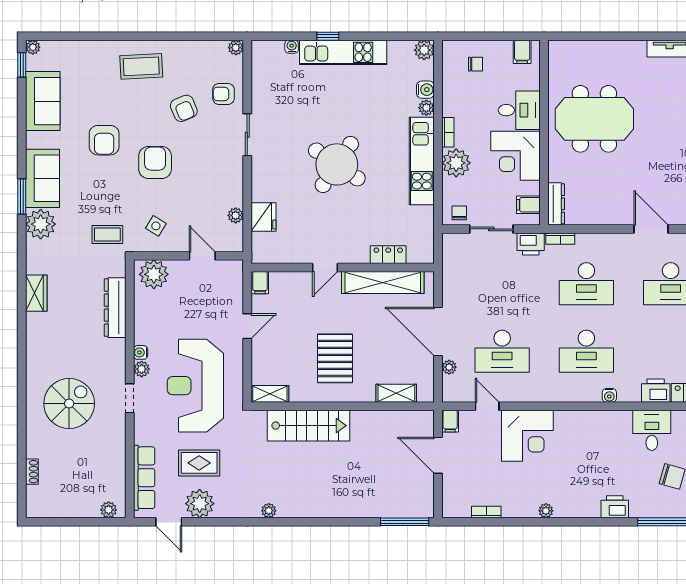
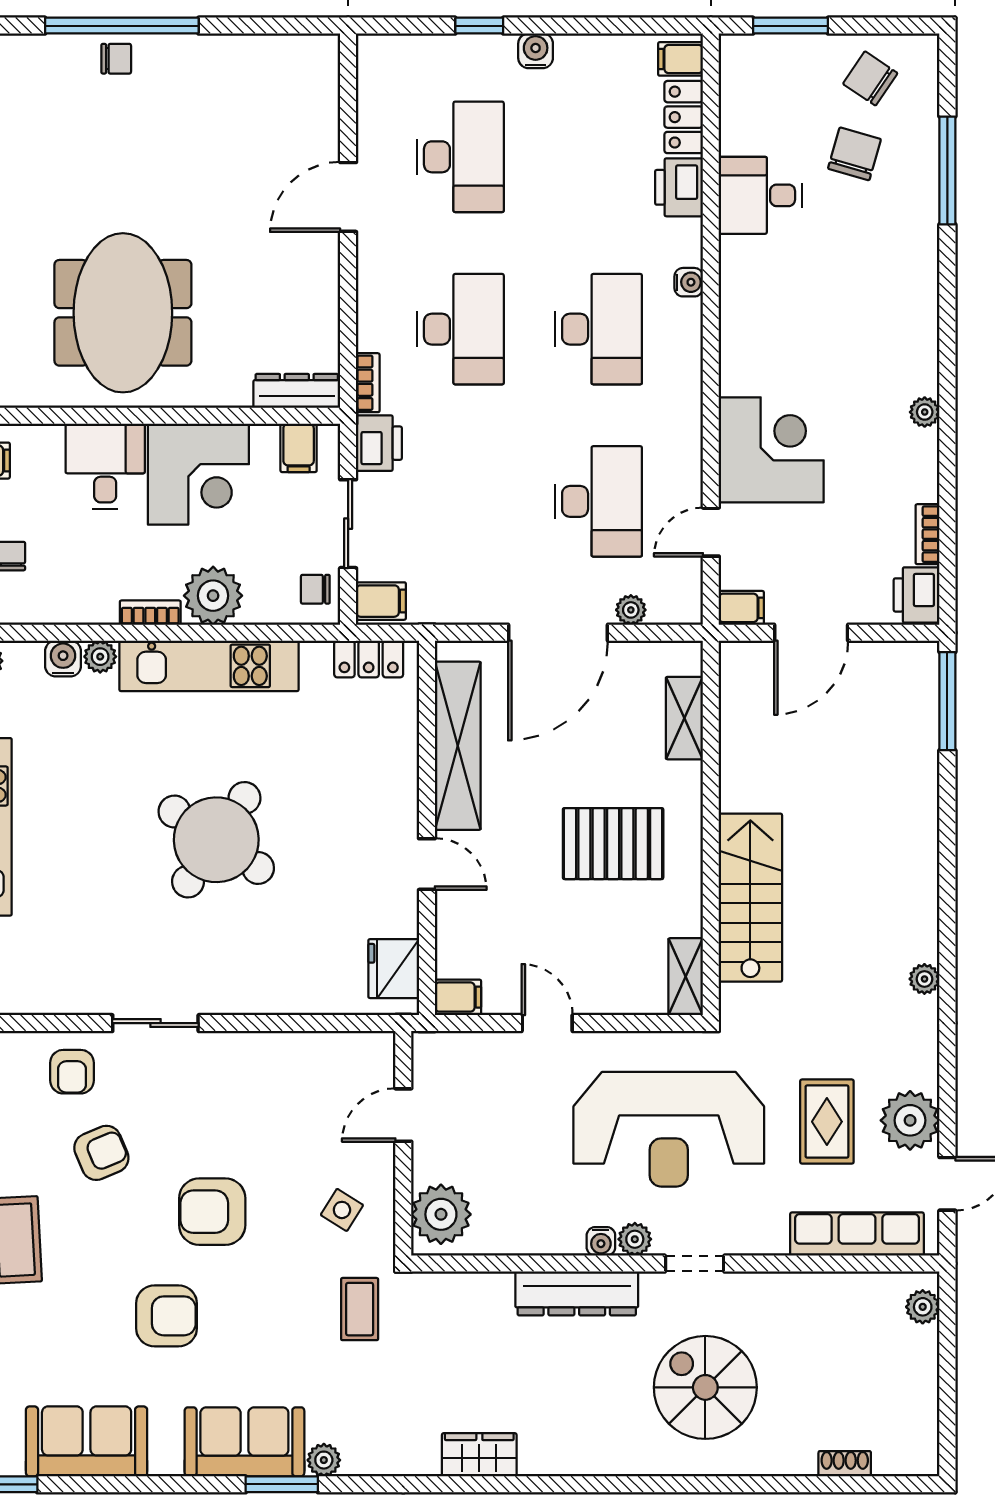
plant: (236, 215) -> (321, 1047), removed
fridge: (263, 217) -> (394, 969), moved, turned -90
plant: (41, 224) -> (324, 1460), width x0.53, depth x0.53
filing cabinet: (454, 245) -> (381, 601), added
locker: (388, 255) -> (369, 659), moved, turned -90
dresser: (115, 308) -> (577, 1293), moved
printer: (615, 507) -> (917, 595), moved

